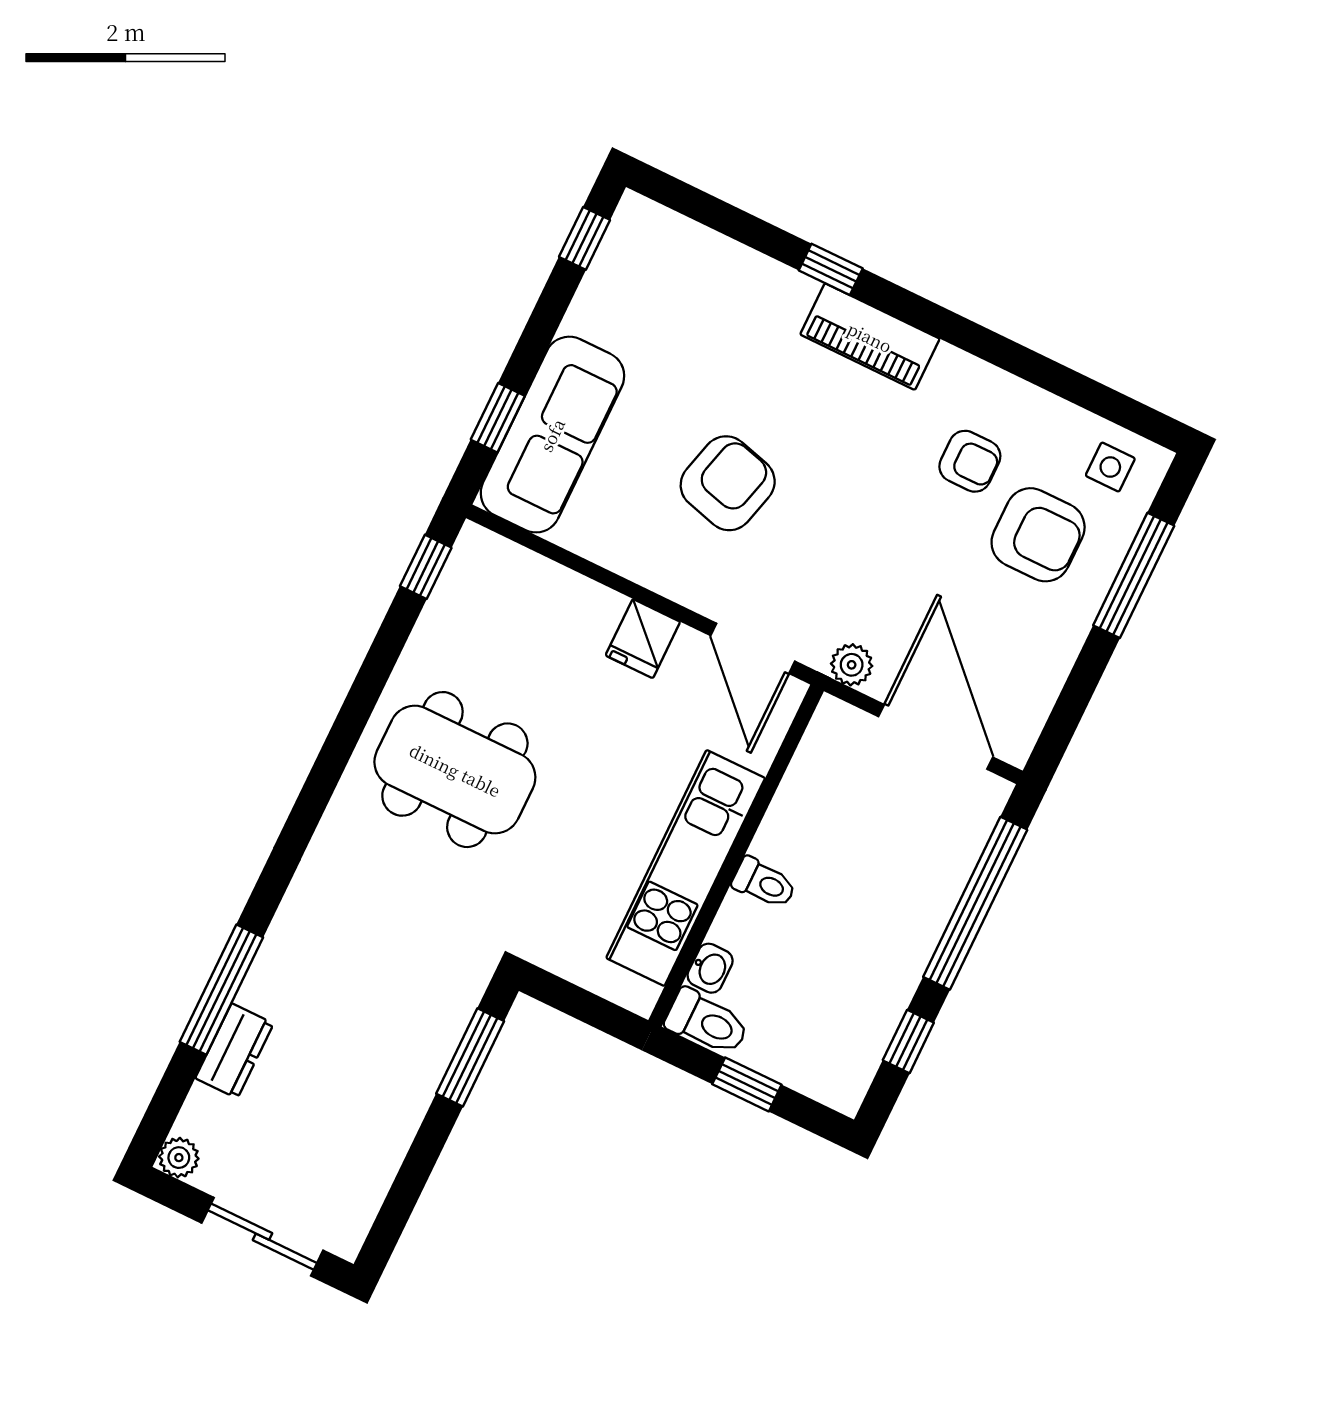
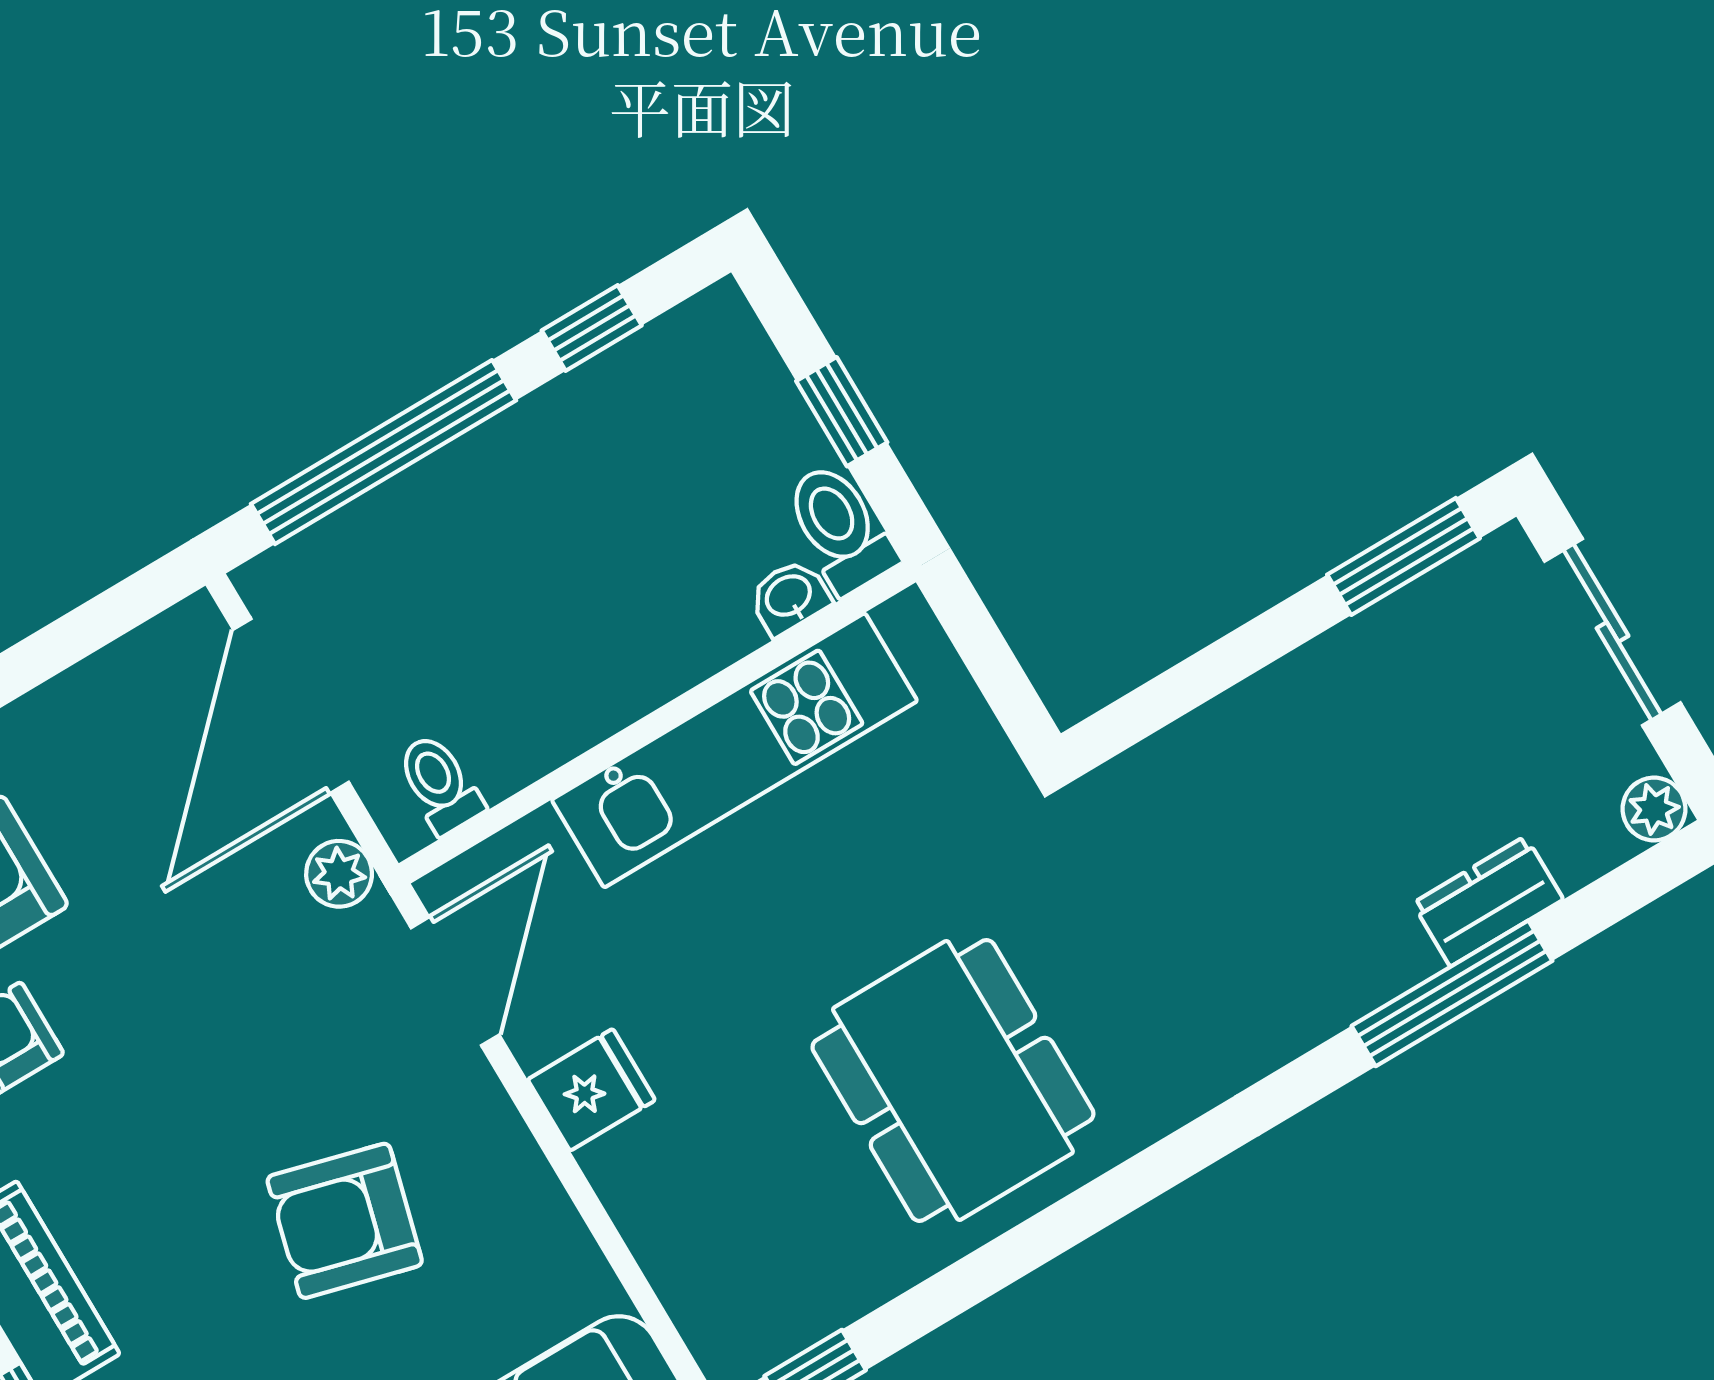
toilet: (764, 883) -> (440, 784), moved
window: (470, 1057) -> (1404, 556), moved

